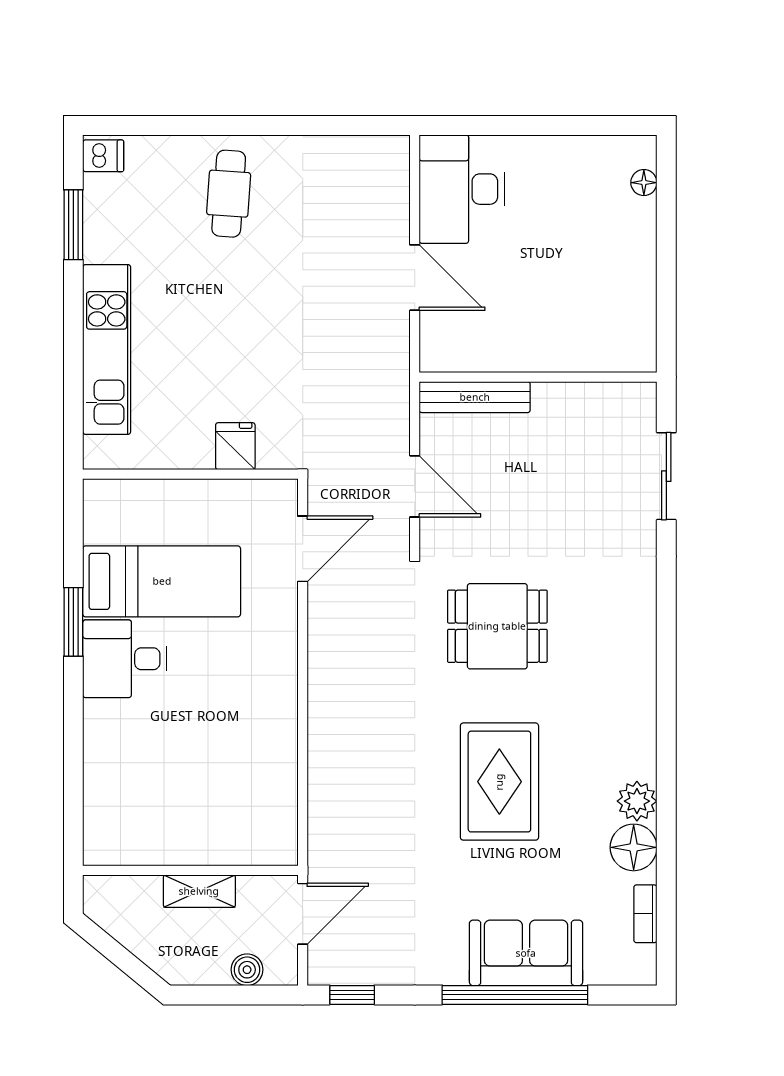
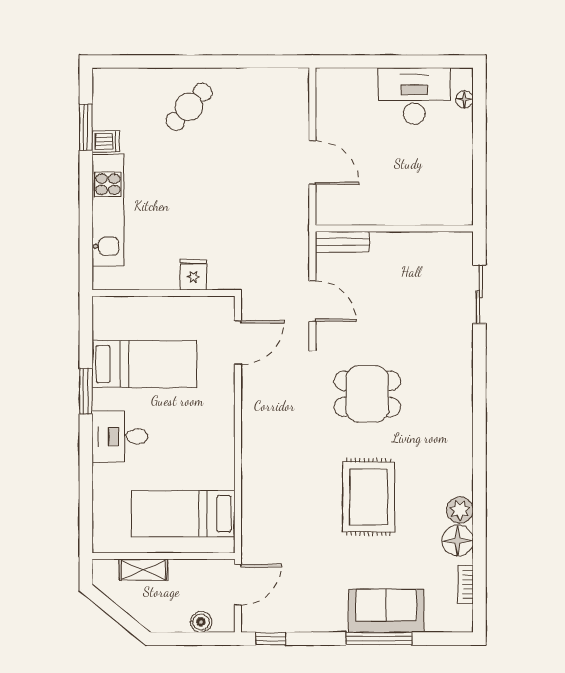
dishwasher: (103, 156) -> (106, 141), moved
desk: (462, 189) -> (414, 96), moved, turned 90
cafe table: (229, 194) -> (189, 107), turned 39
bench: (475, 397) -> (342, 242), width x0.73
desk: (125, 659) -> (120, 436), moved
bed: (220, 807) -> (183, 514), added
shelving: (199, 891) -> (143, 570), moved
window: (515, 995) -> (379, 639), width x0.68

